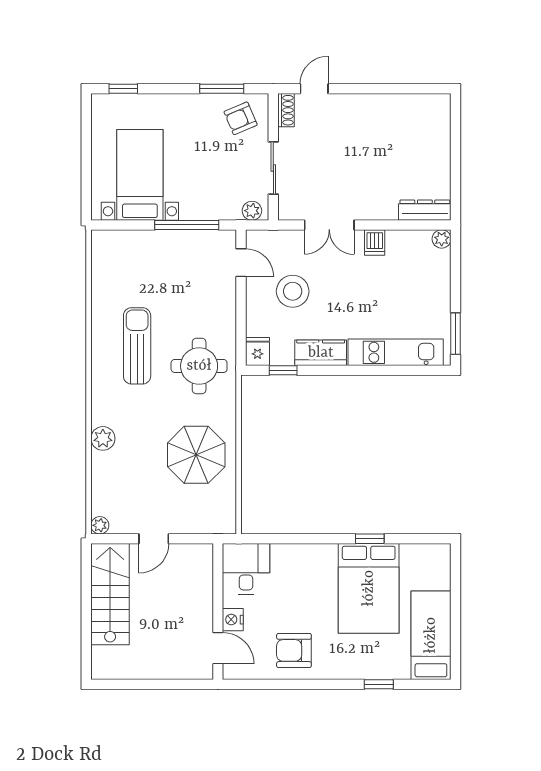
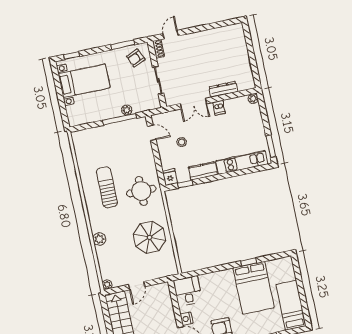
bed with nightstands: (140, 175) -> (84, 81), moved, turned 90
dresser: (425, 210) -> (223, 89), moved
plant: (252, 211) -> (127, 110), moved
stool: (293, 291) -> (182, 142), width x0.53, depth x0.53

